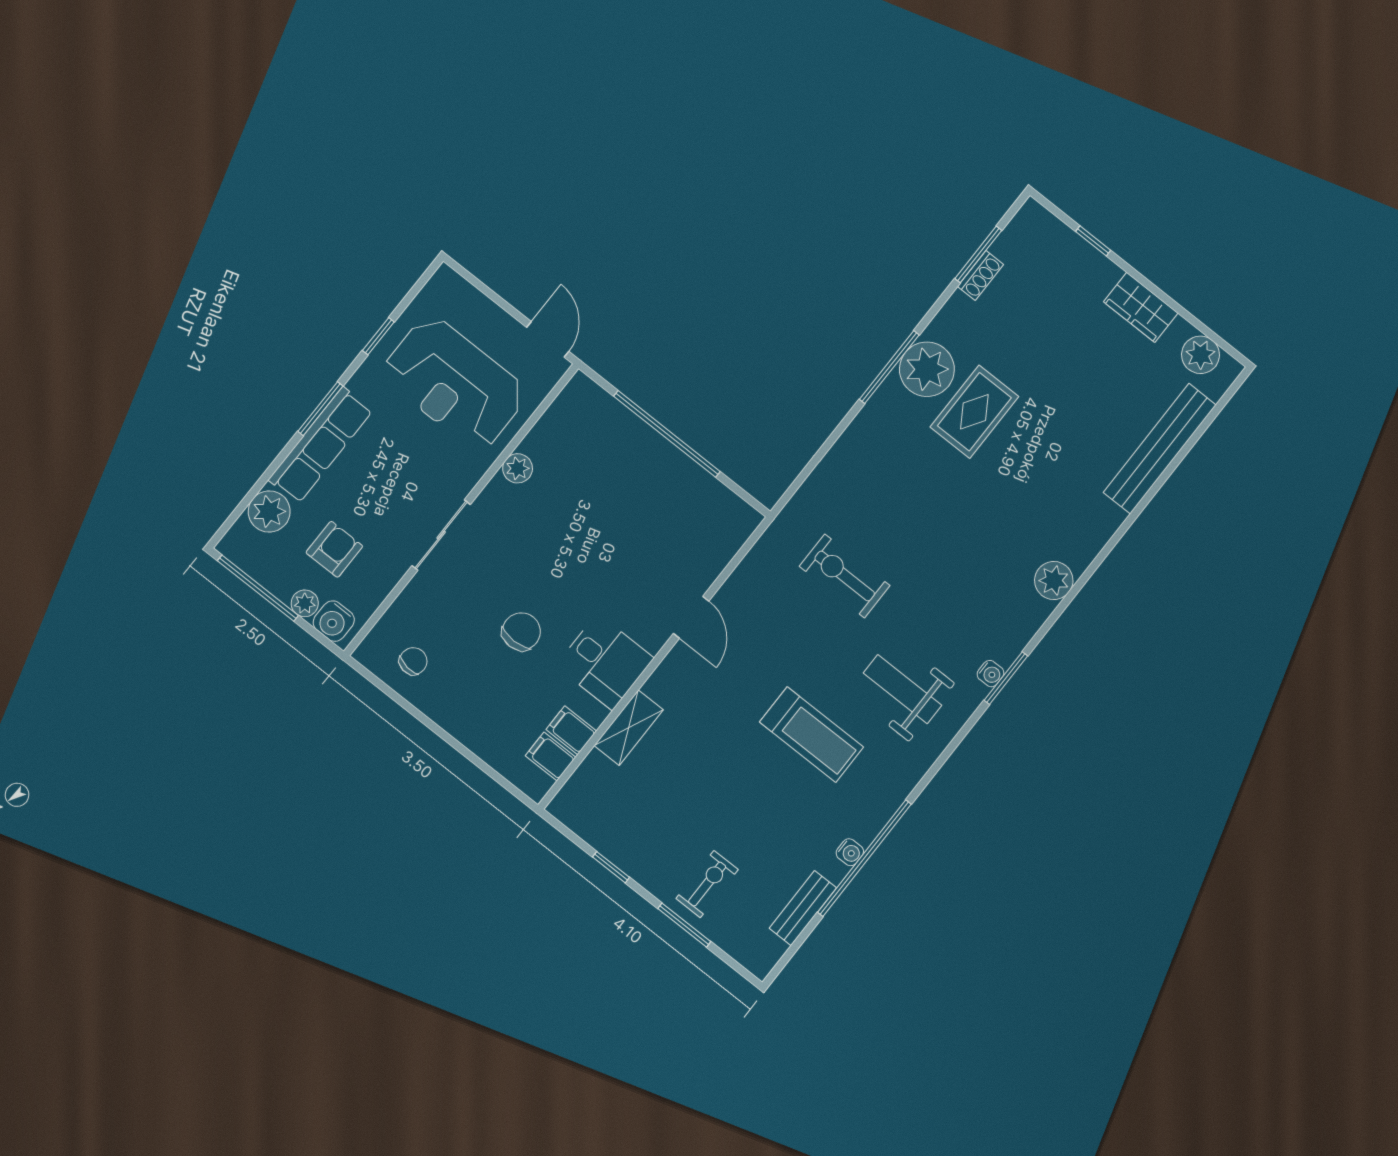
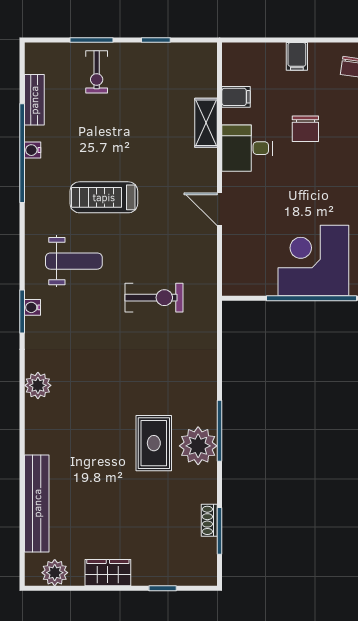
corner desk: (631, 475) -> (313, 261), added
filing cabinet: (551, 756) -> (297, 56), moved, turned 90

